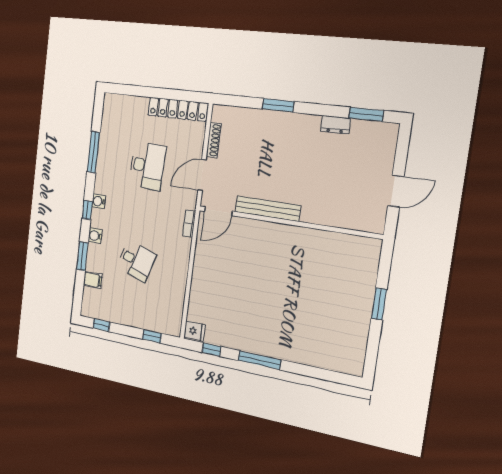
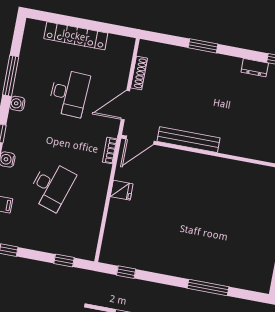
locker: (178, 109) -> (76, 36), moved
water cooler: (99, 201) -> (17, 104), moved
desk: (136, 261) -> (52, 186), width x1.37
fridge: (195, 331) -> (122, 190), moved
window: (260, 360) -> (208, 287), moved

